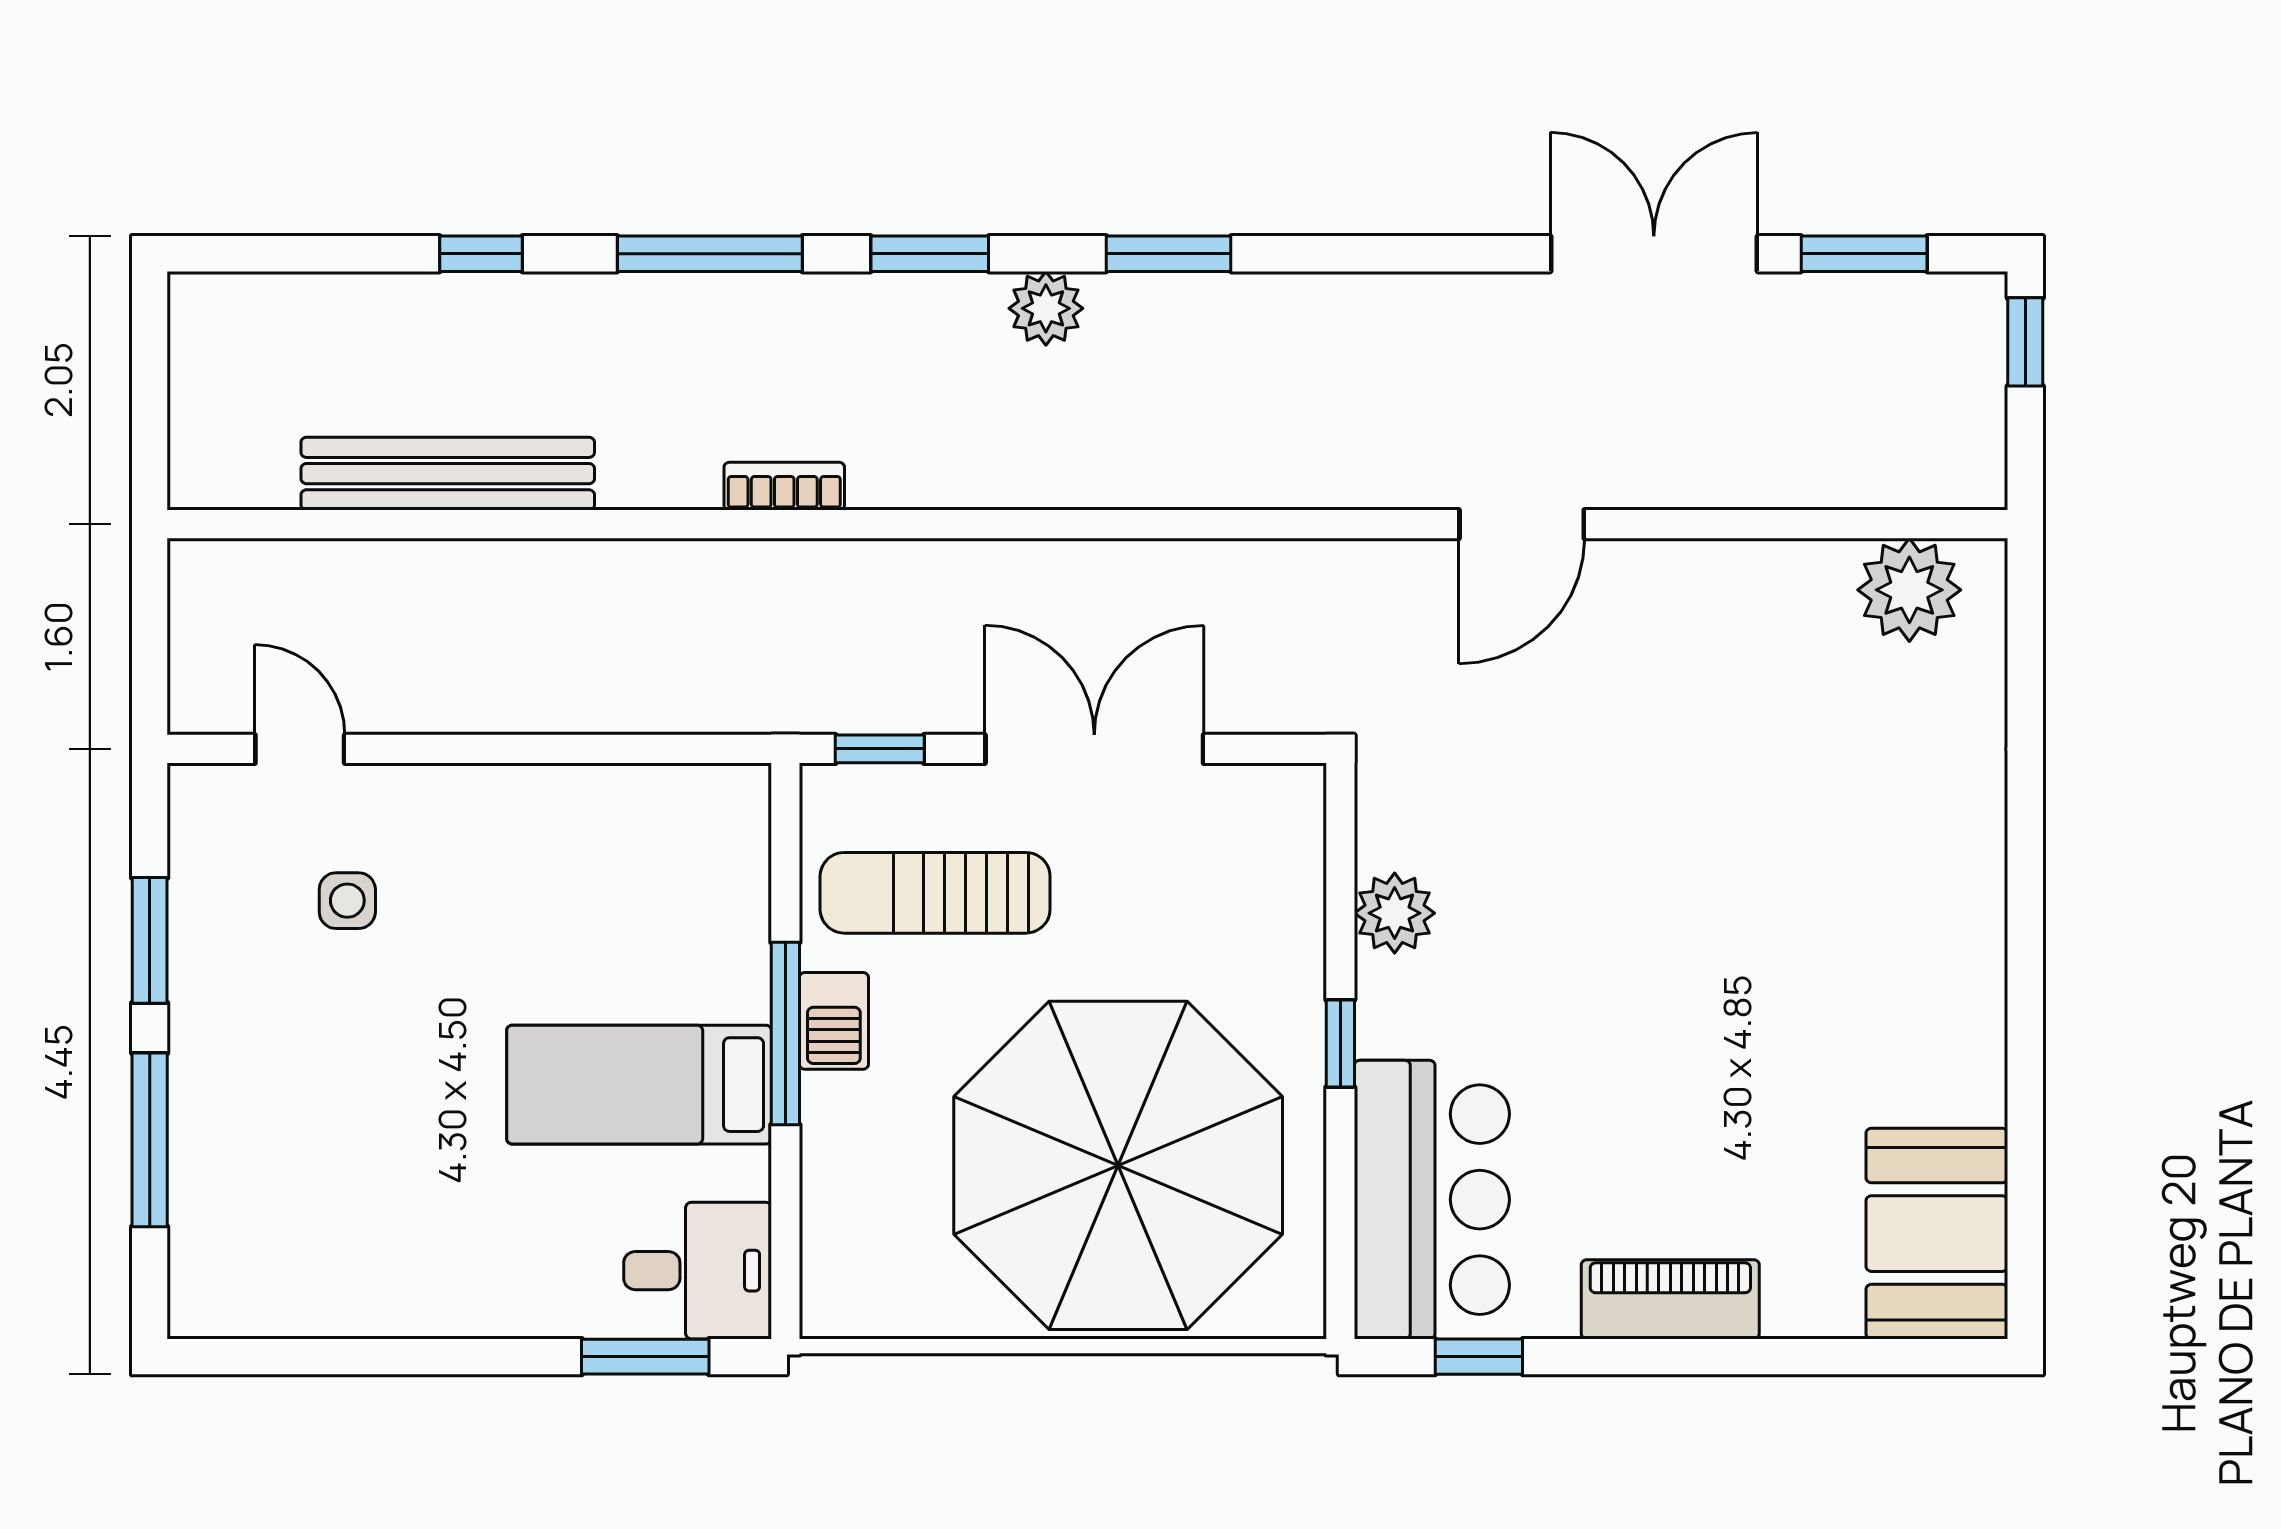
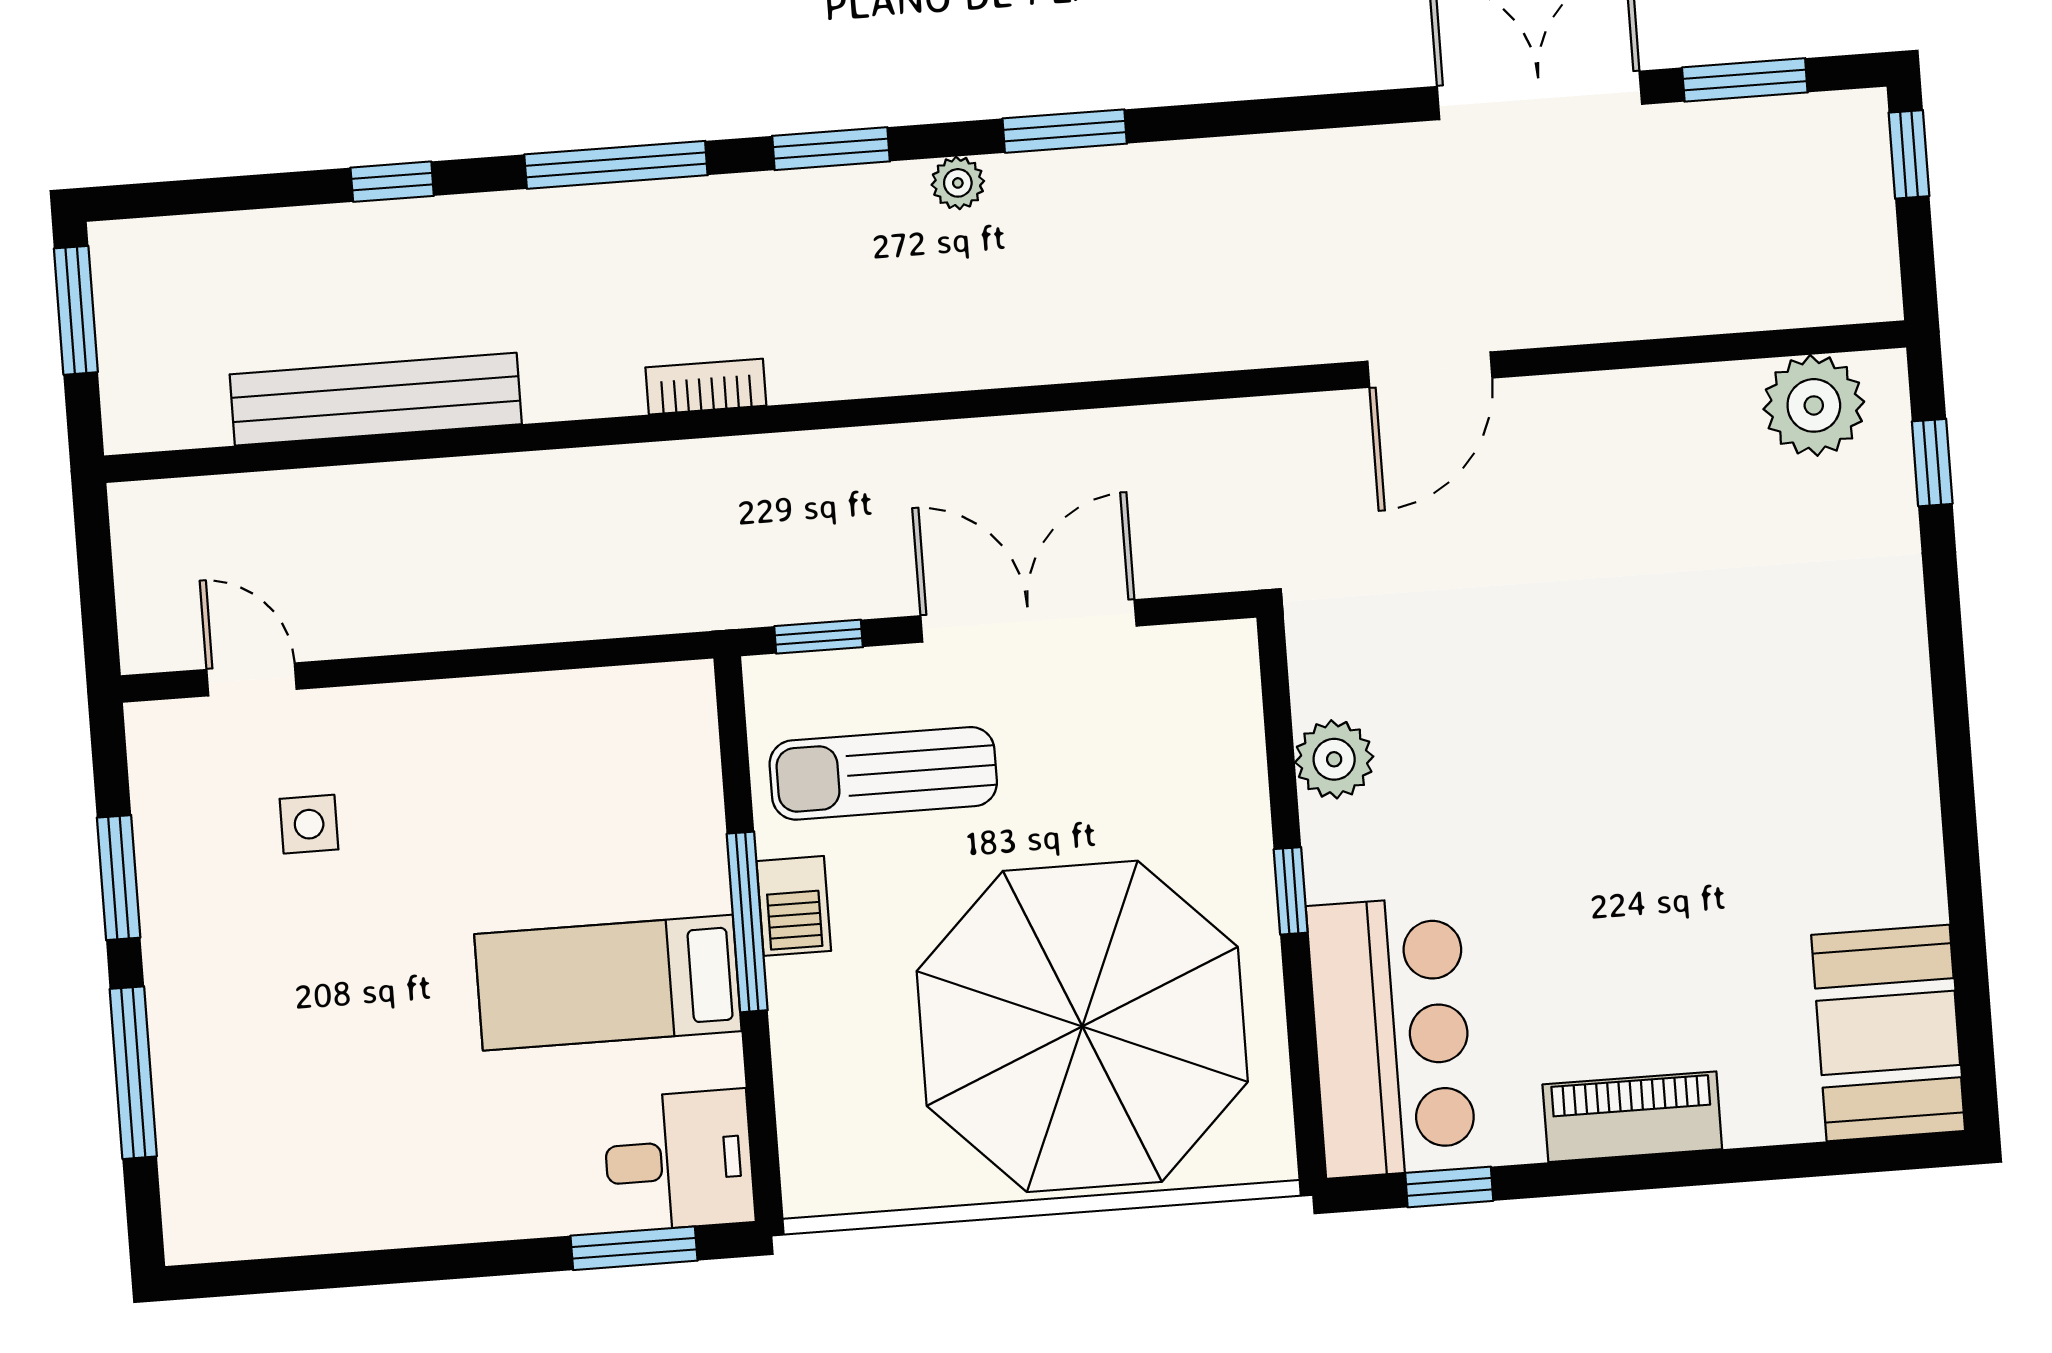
plant: (1046, 308) -> (958, 183), width x0.73, depth x0.73
window: (150, 360) -> (76, 310), added
window: (2025, 657) -> (1932, 463), added

